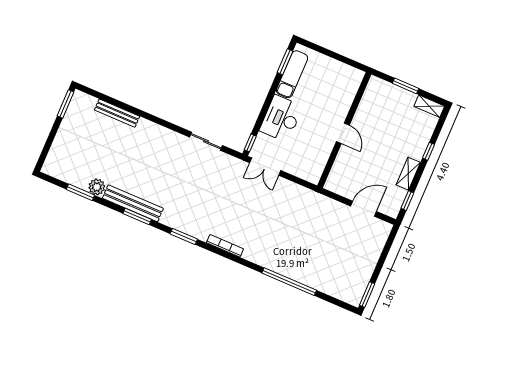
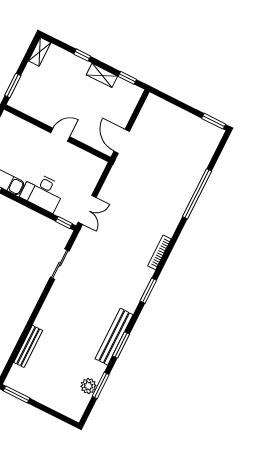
window: (406, 86) -> (13, 85), moved
plant: (97, 187) -> (88, 386), moved
door: (364, 209) -> (122, 141), moved
window: (137, 217) -> (121, 345), moved

